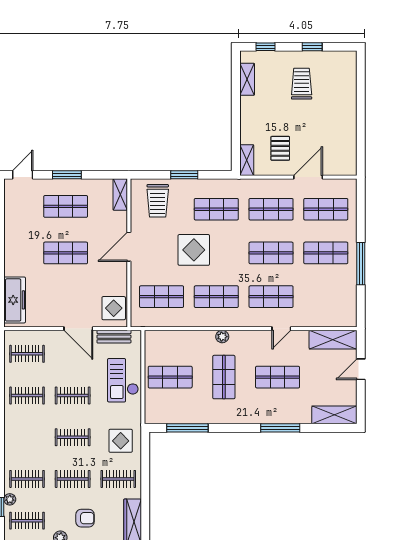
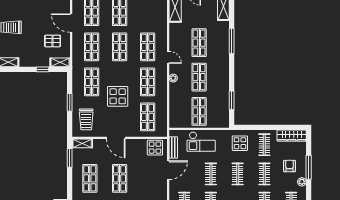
window: (236, 132) -> (42, 69), added
window: (67, 175) -> (70, 158), moved
trolley: (158, 201) -> (86, 119), turned 90
door: (281, 329) -> (168, 57), moved
shop shelf: (224, 377) -> (199, 77), turned 90
window: (187, 428) -> (232, 100), width x0.69

